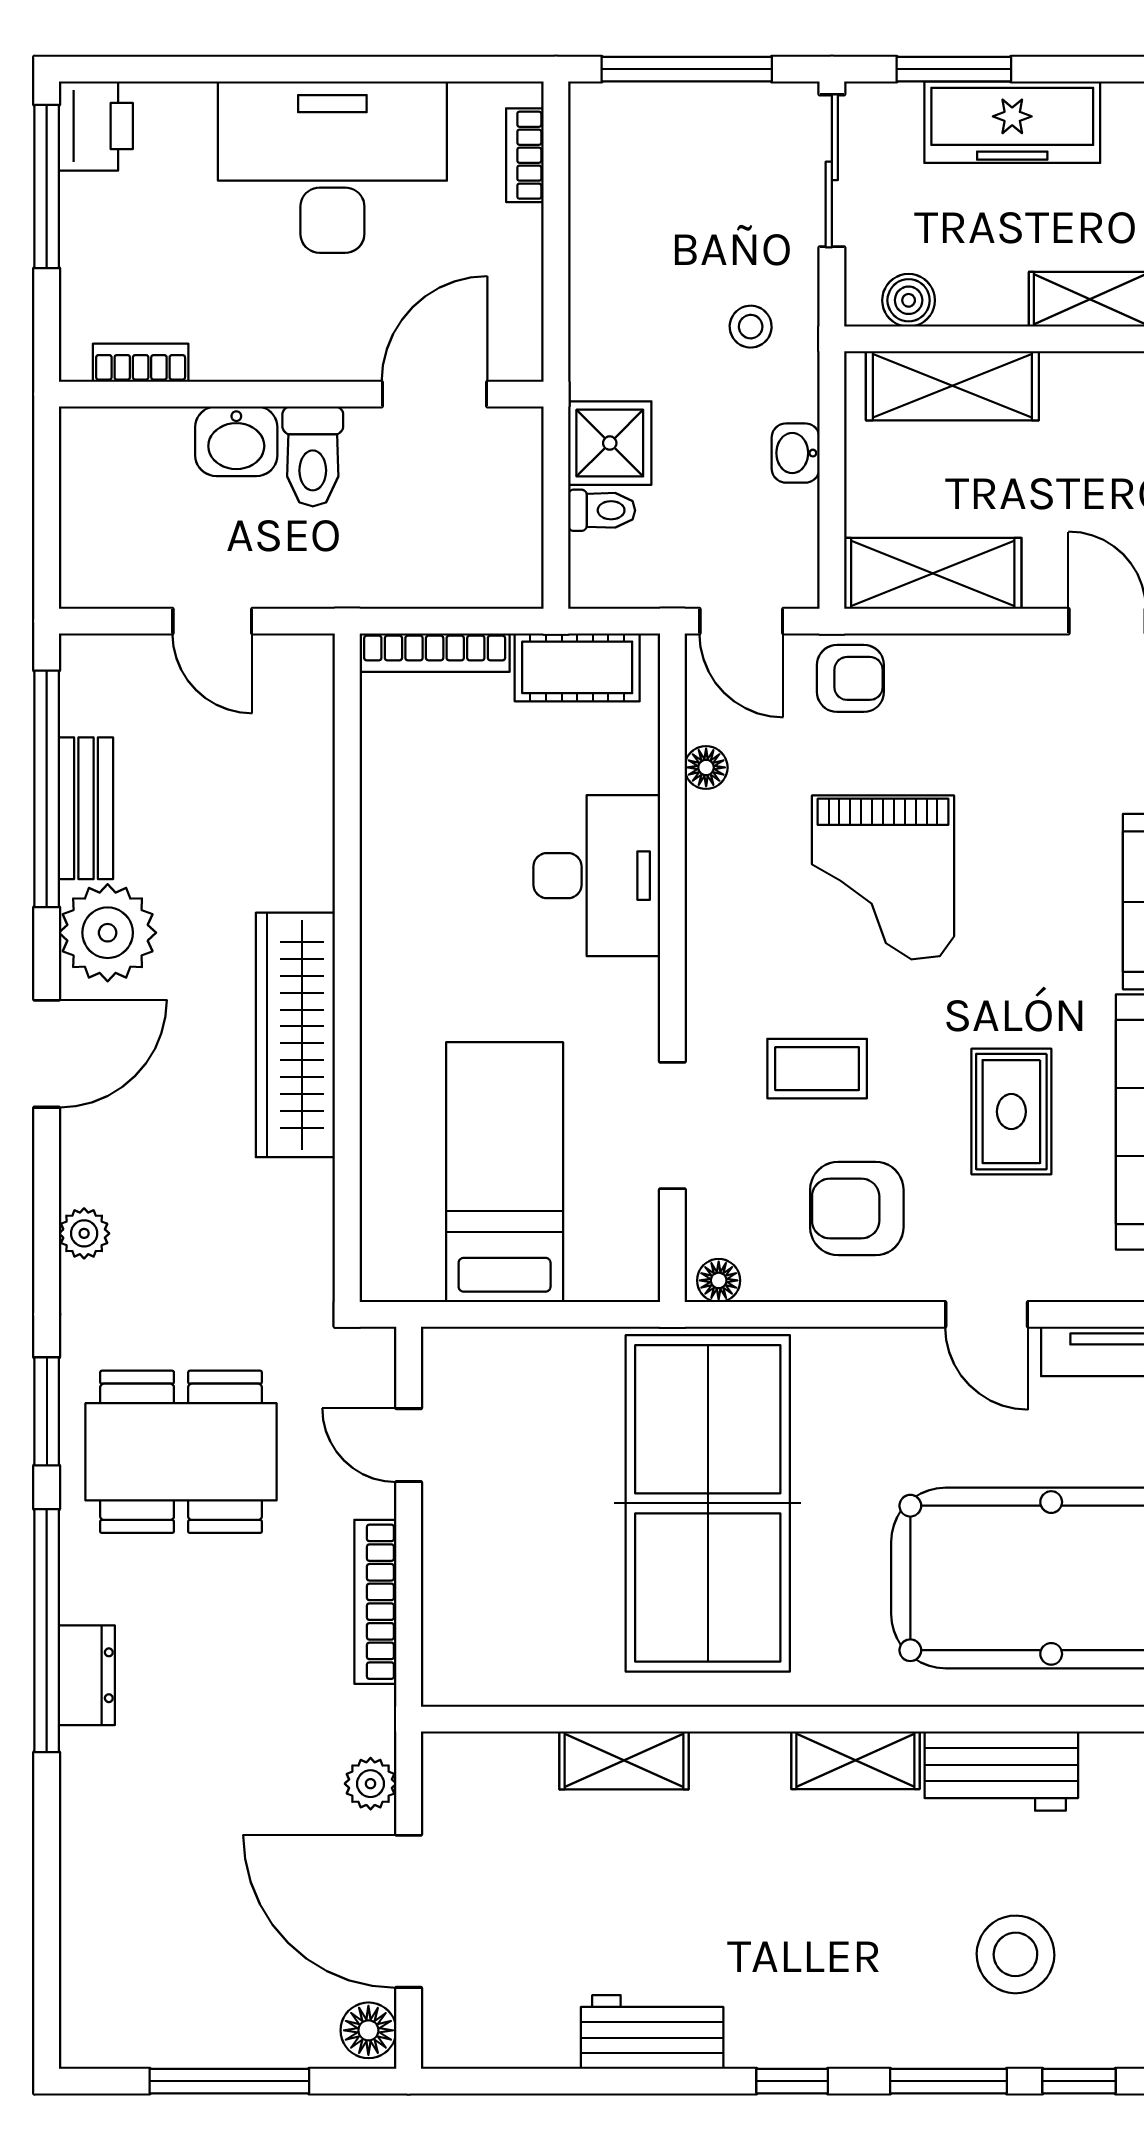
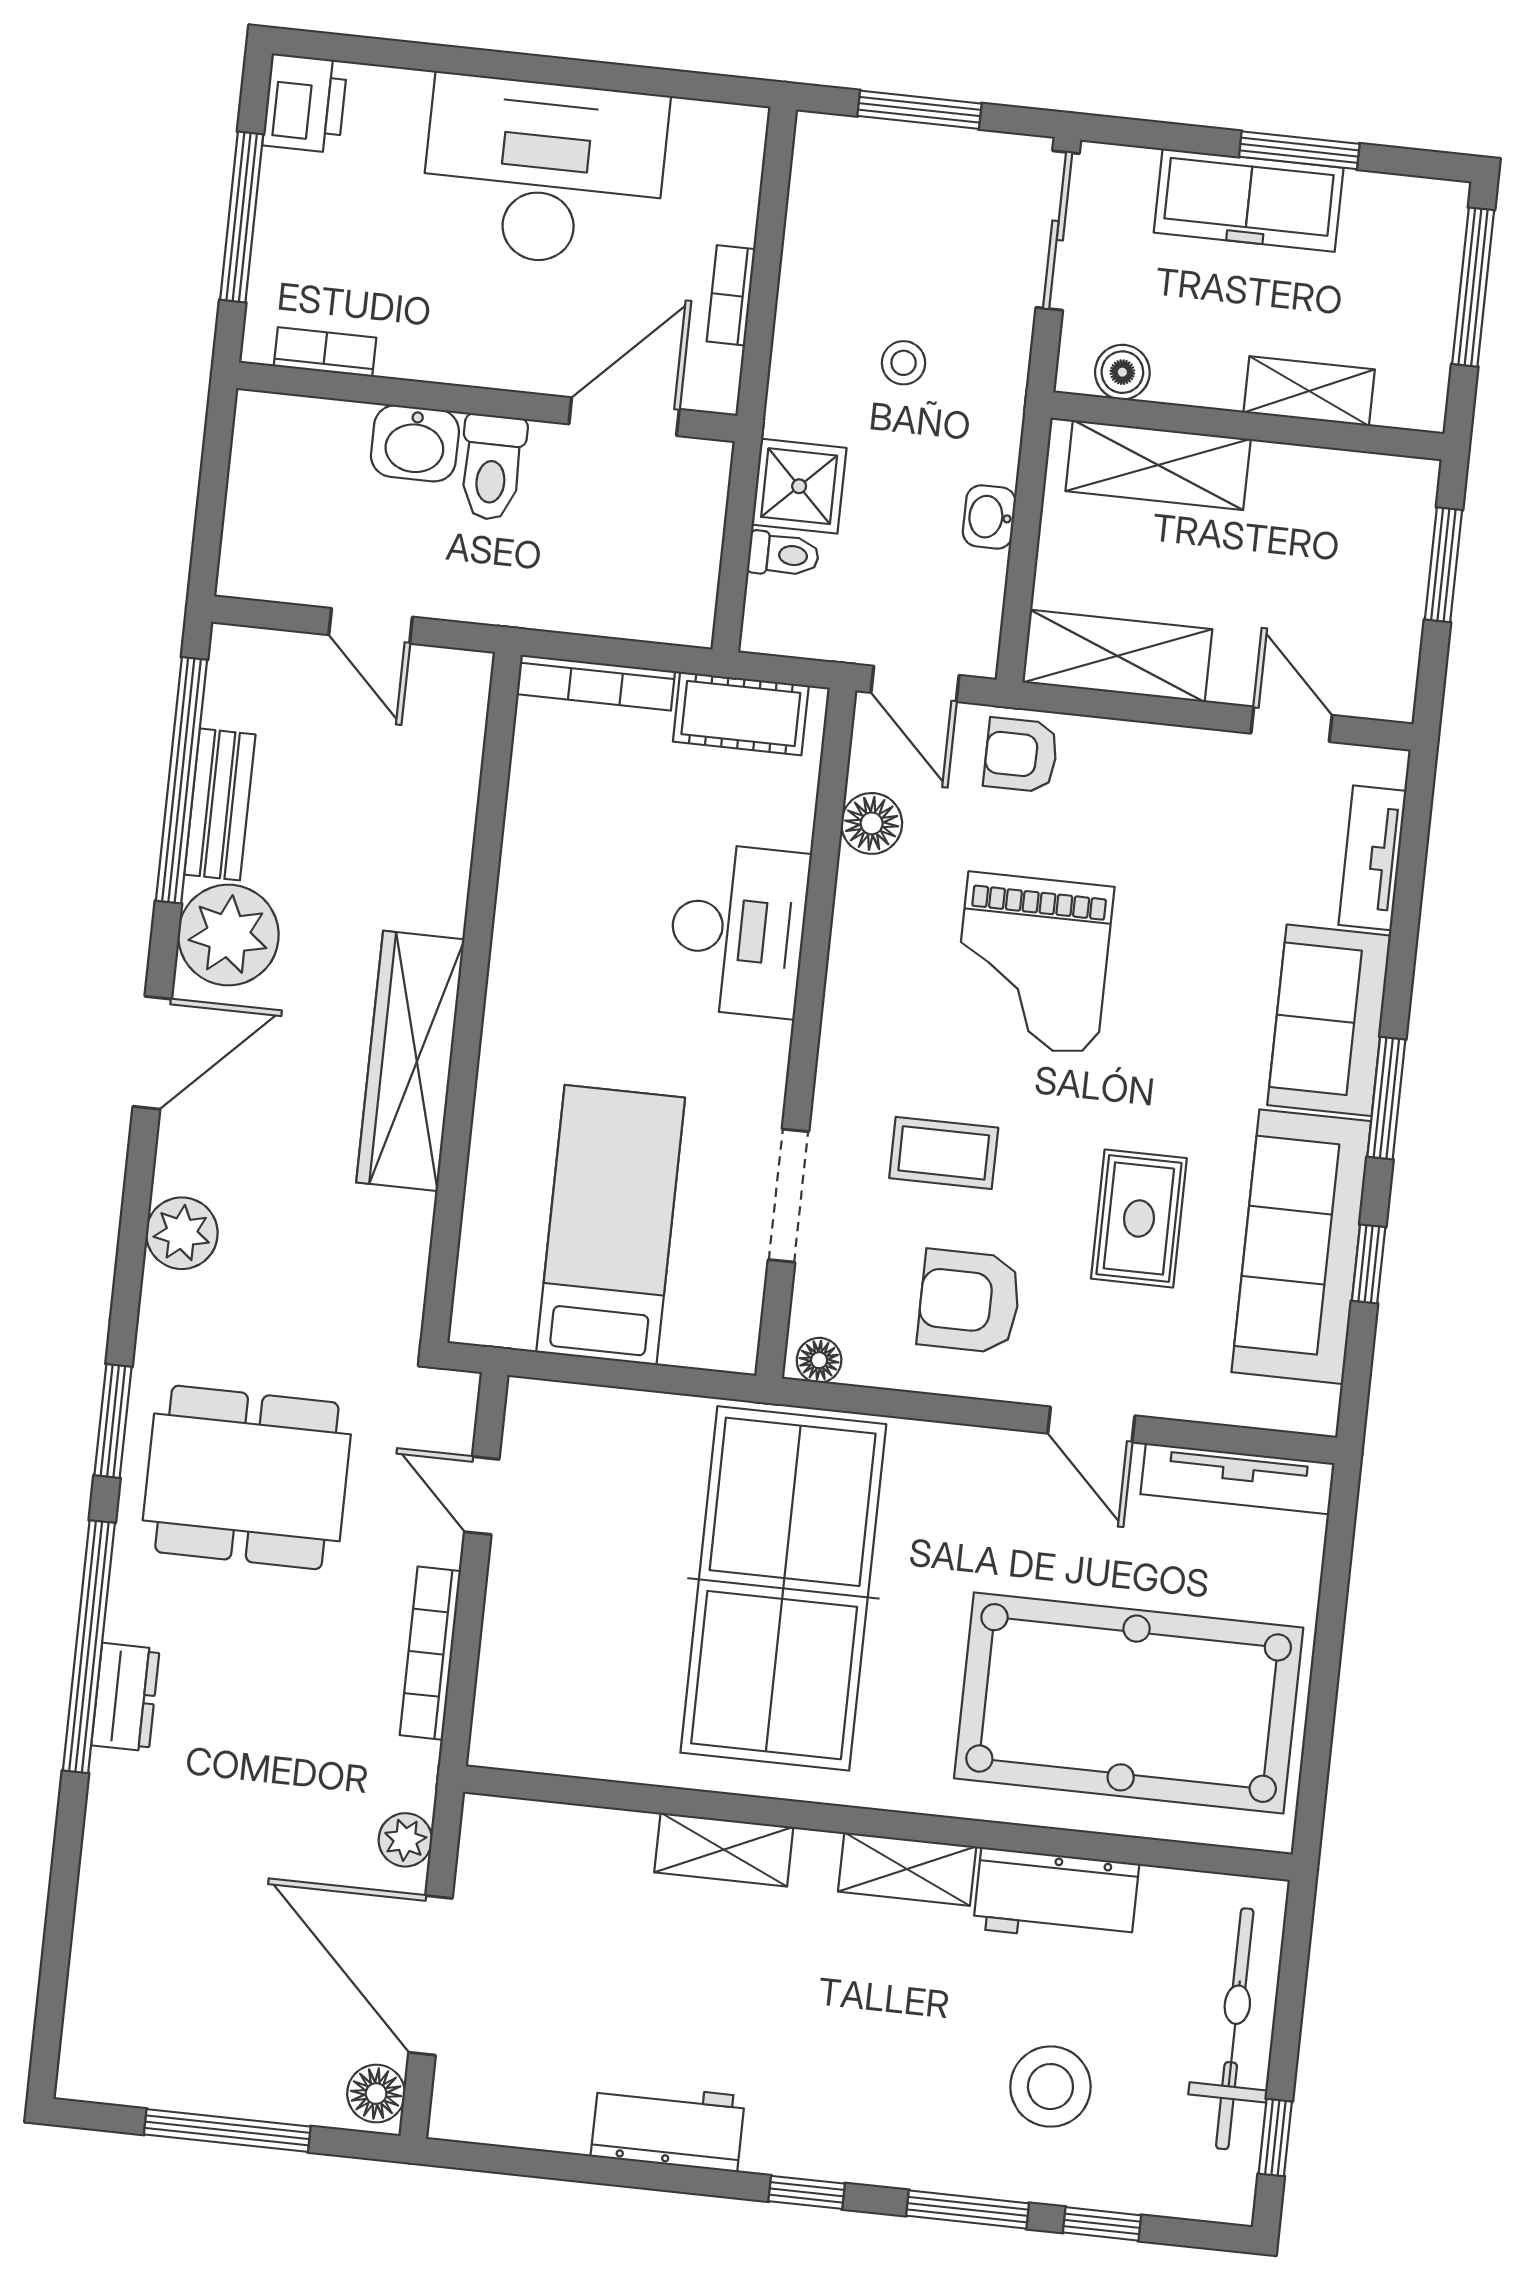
window: (687, 69) -> (920, 110), width x0.69
window: (954, 69) -> (1299, 150), moved
bookcase: (525, 155) -> (731, 295), moved
window: (47, 187) -> (242, 217), moved
stool: (751, 327) -> (904, 363), moved
armchair: (850, 678) -> (1021, 755), turned 180
floor lamp: (706, 767) -> (872, 823), width x1.37, depth x1.37
plant: (84, 1233) -> (182, 1233), width x1.38, depth x1.38
shelving: (624, 1760) -> (724, 1850), moved

